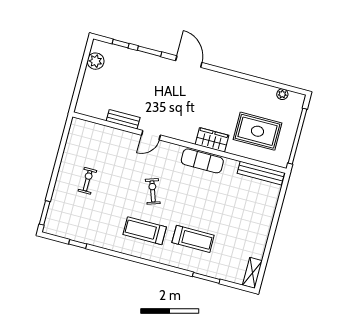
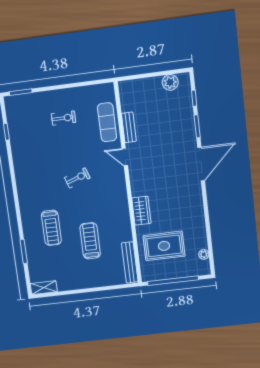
door: (189, 62) -> (201, 164), width x1.36
rug: (257, 131) -> (164, 246), turned 90
exercise mat: (202, 161) -> (107, 122), moved
treadmill: (145, 231) -> (90, 241), moved

